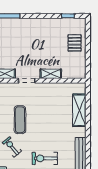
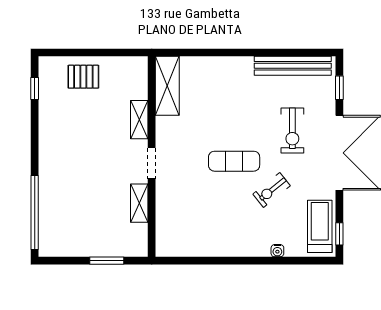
shelving: (79, 110) -> (167, 86), moved, turned 90
exercise mat: (20, 120) -> (234, 161), moved

